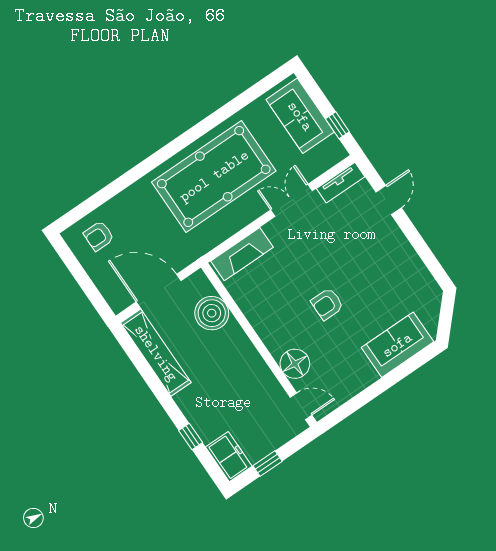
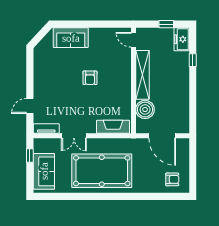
armchair: (327, 304) -> (90, 78), turned 90
shelving: (156, 353) -> (142, 75), moved
floor lamp: (295, 364) -> (123, 61), removed

